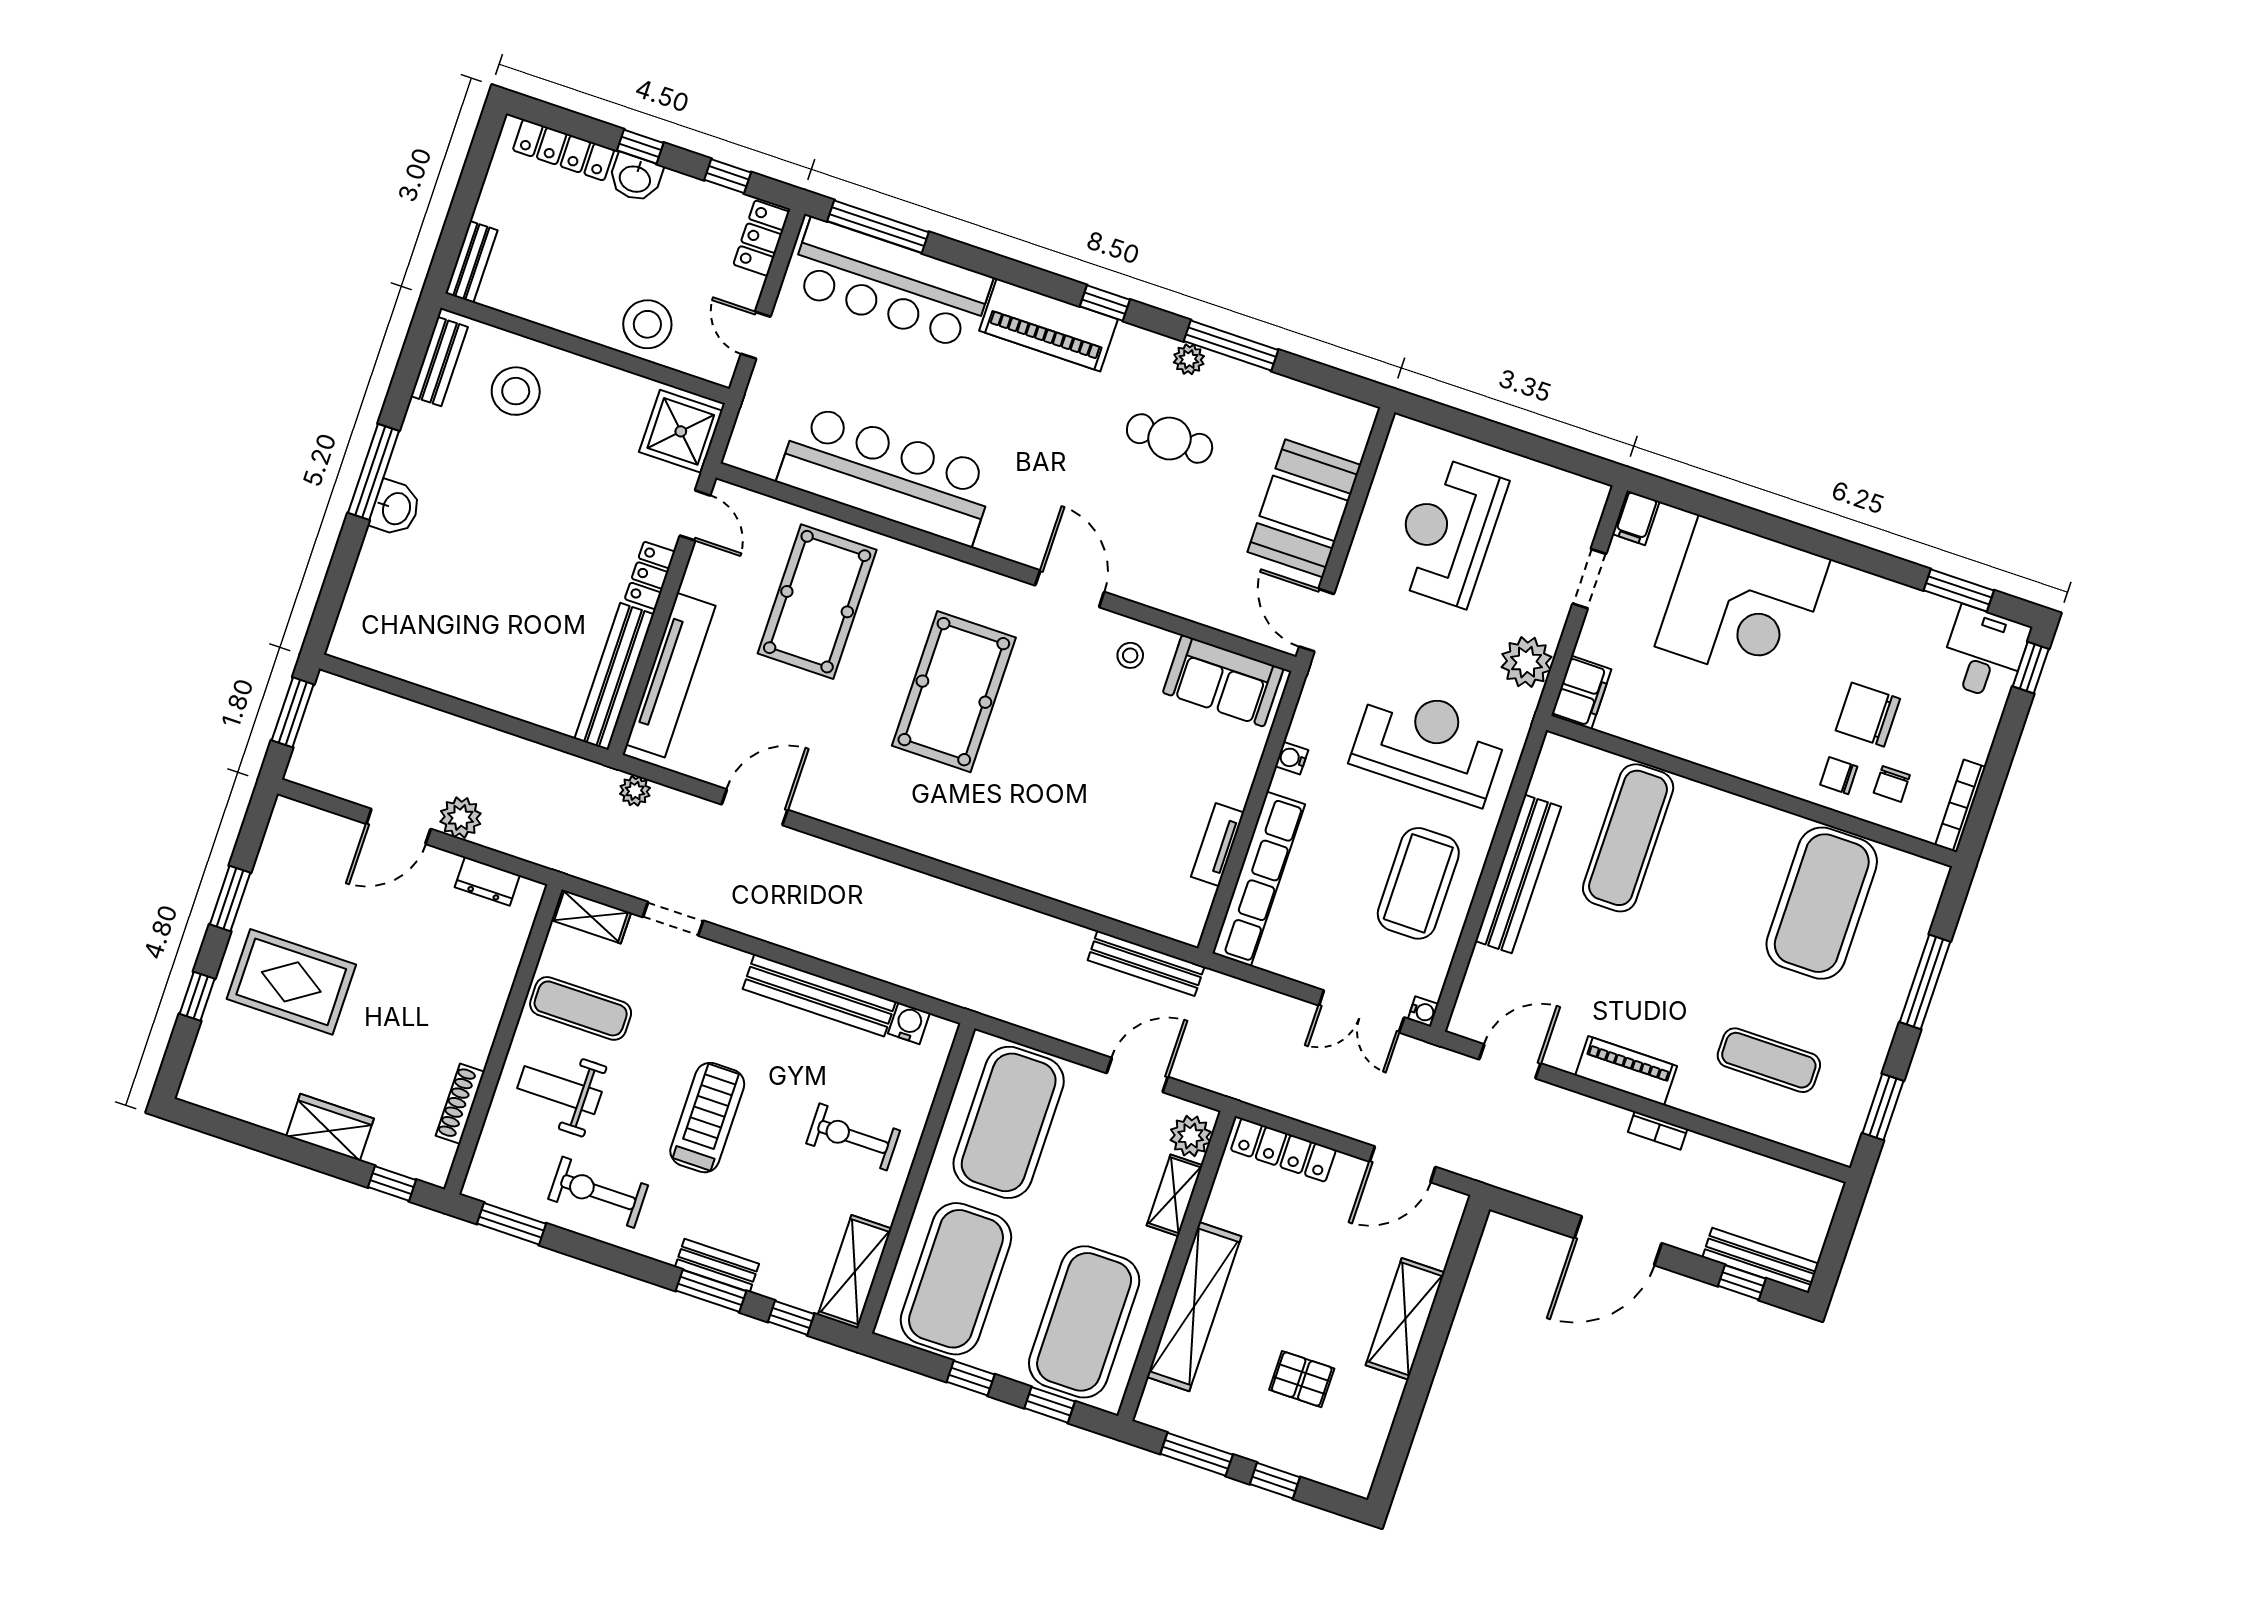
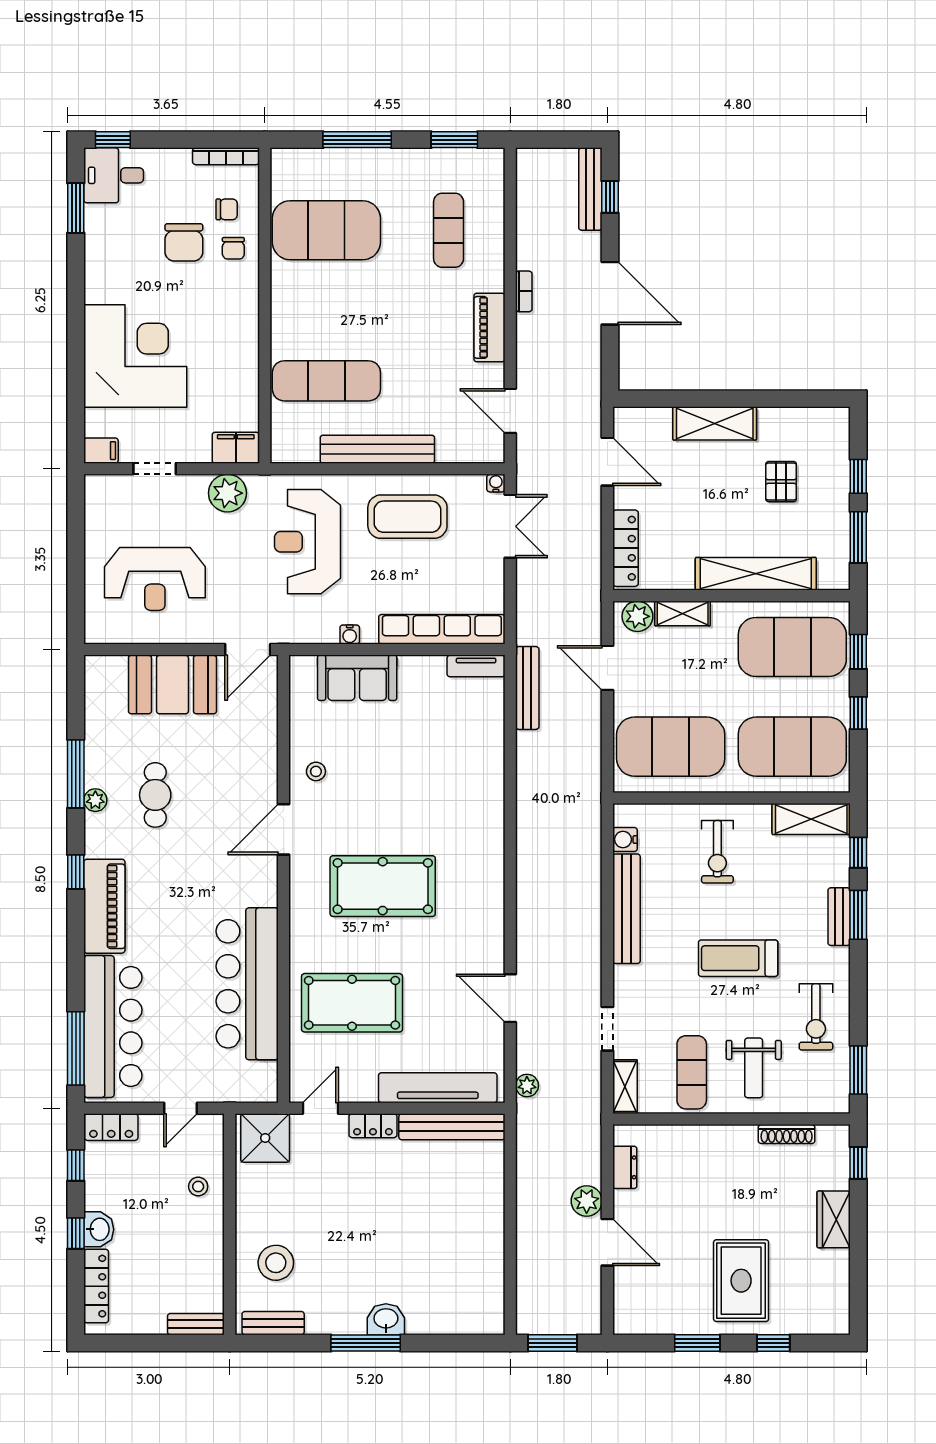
stool: (647, 324) -> (198, 1186), width x0.53, depth x0.53
sofa: (1223, 681) -> (357, 678), moved, turned 90
tv unit: (1218, 845) -> (476, 666), moved

